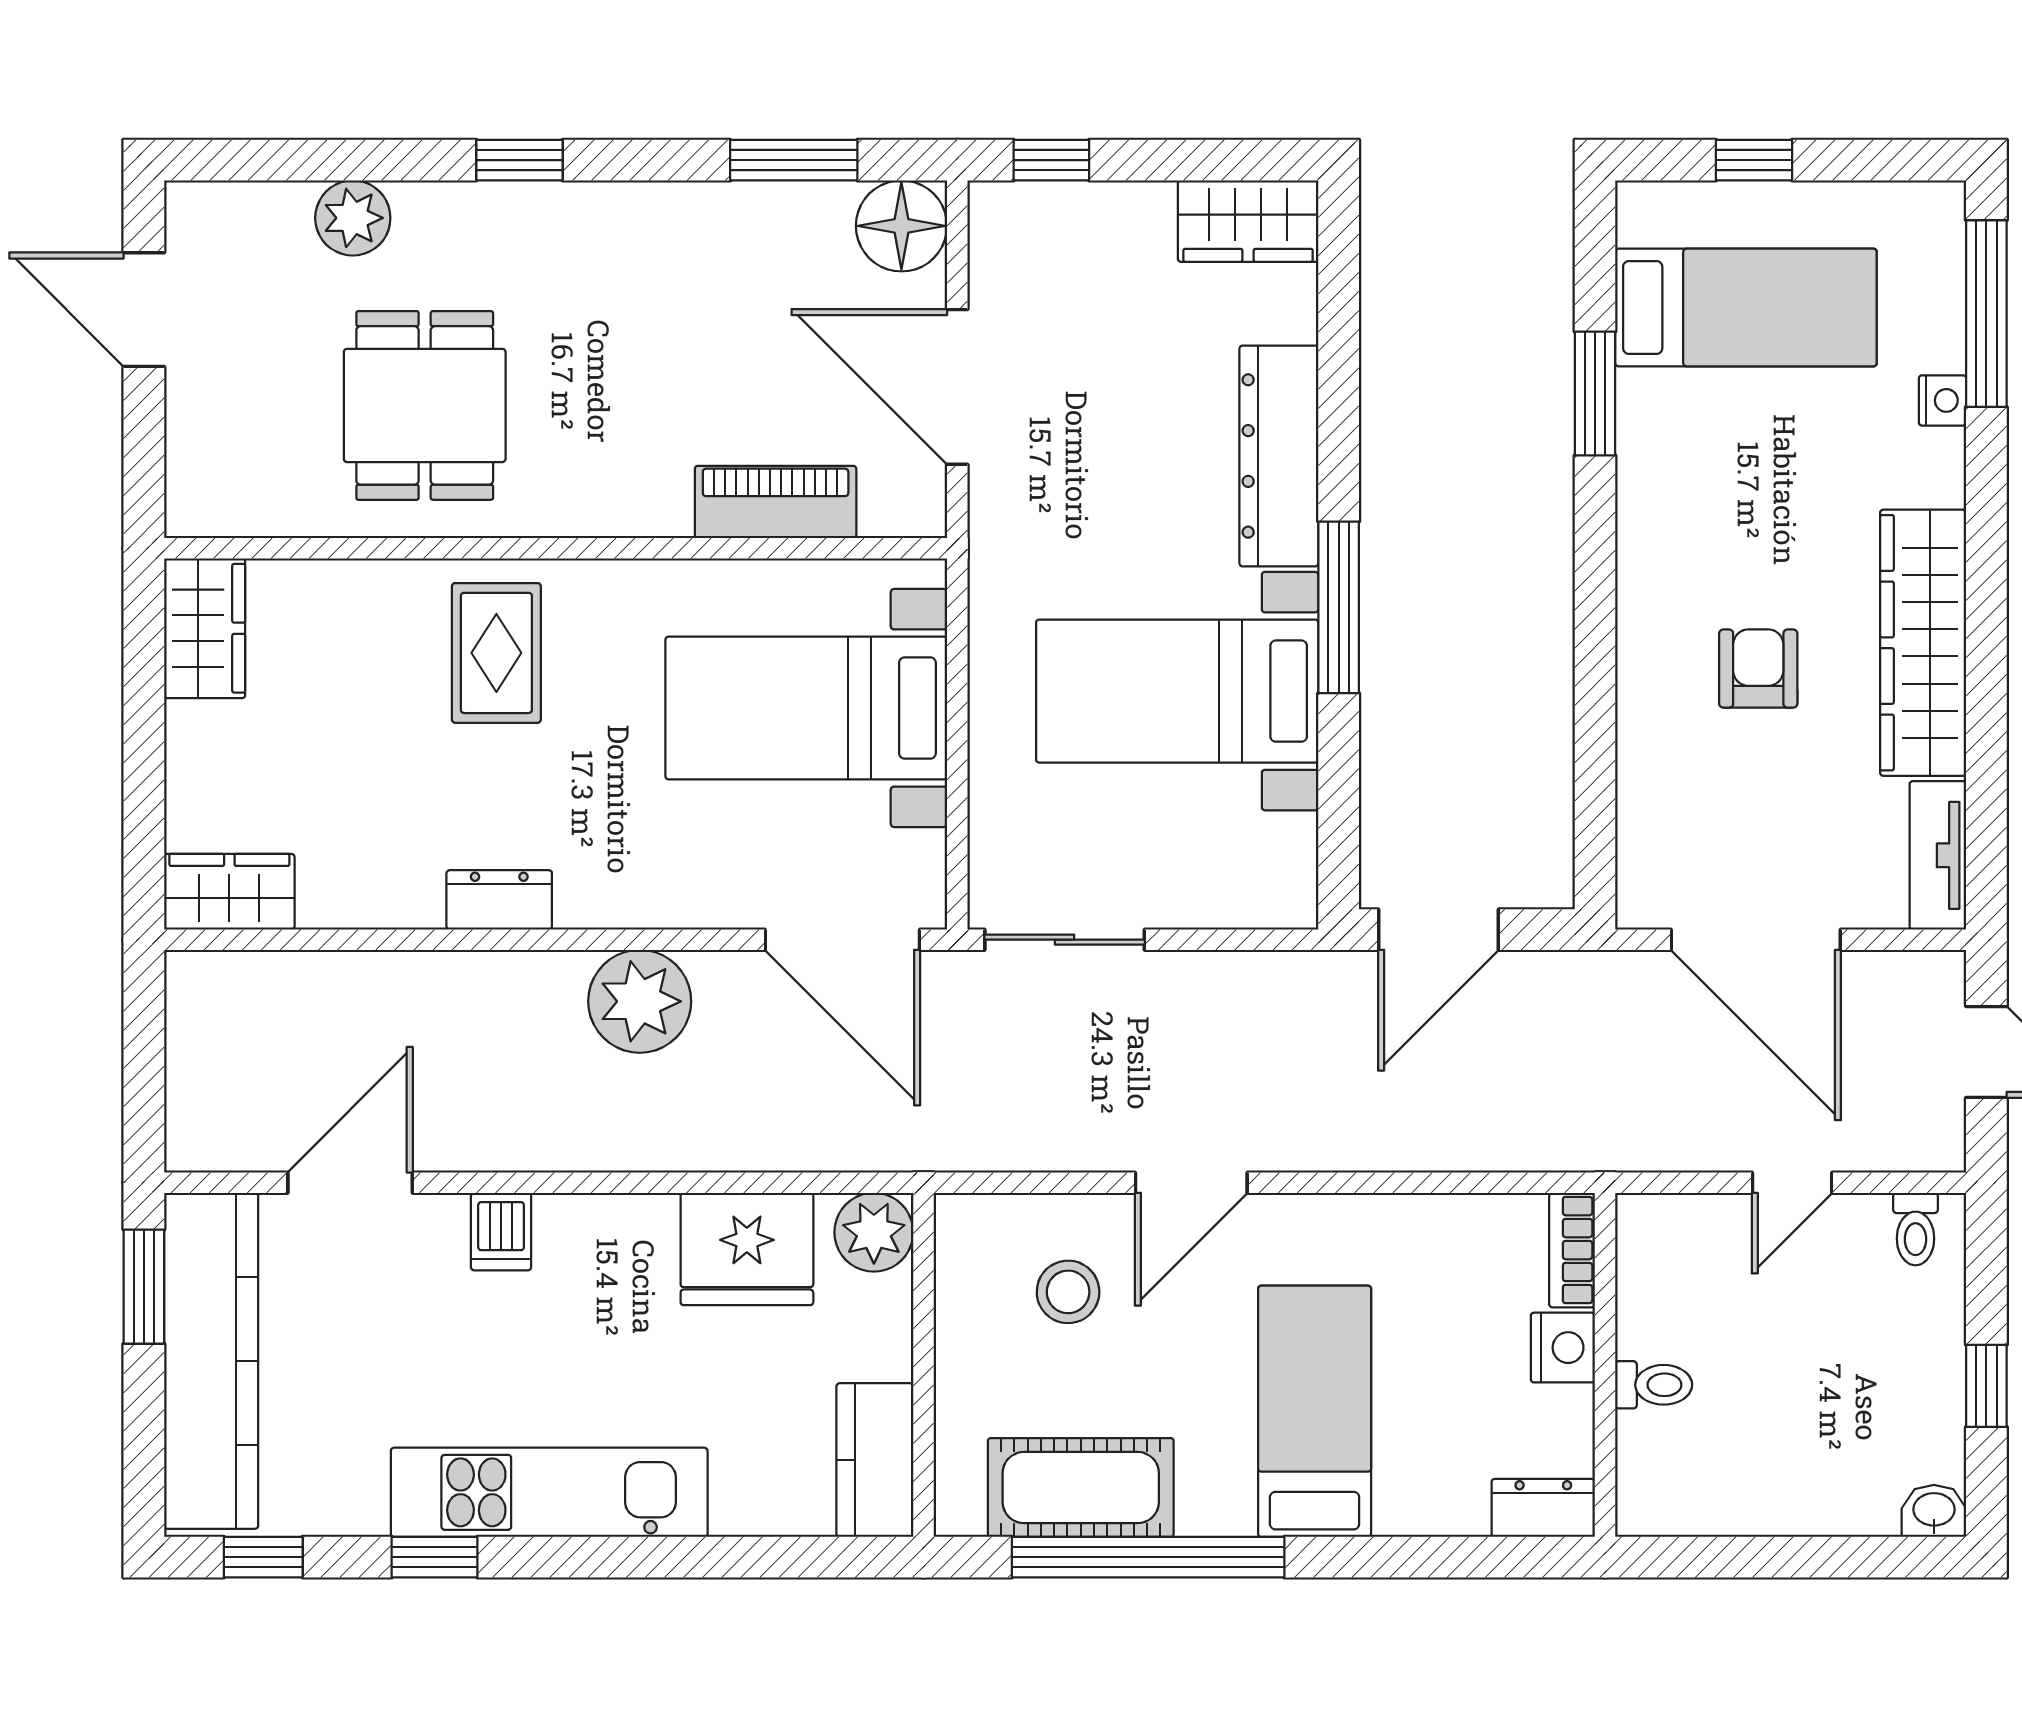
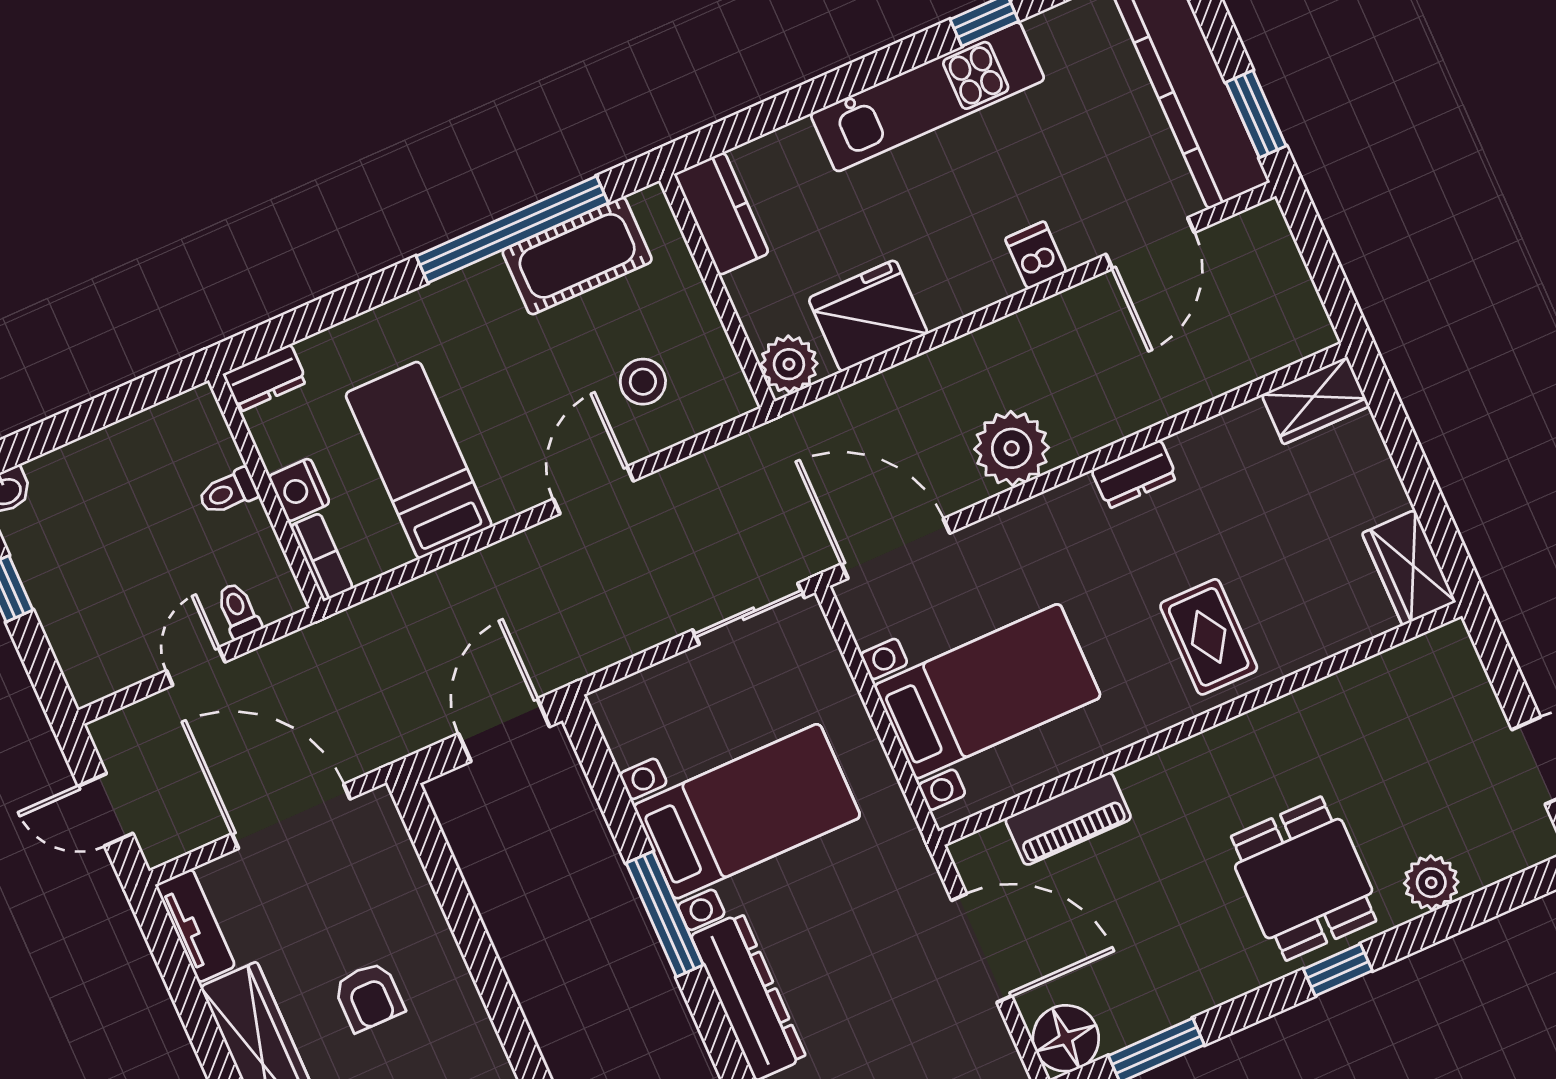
dining table: (425, 405) -> (1304, 879), moved
toilet: (1916, 1229) -> (238, 611), moved
bed: (1315, 1411) -> (419, 460), moved, turned 180

